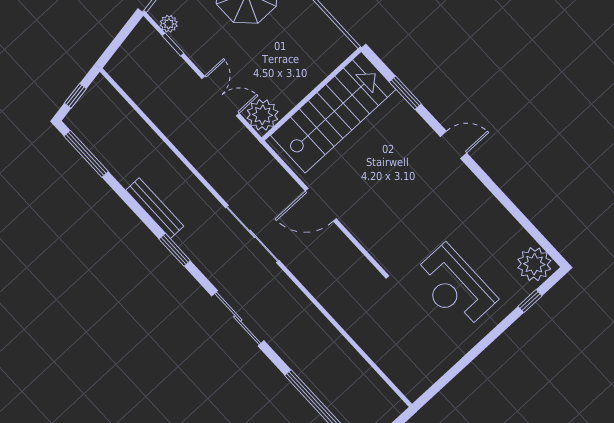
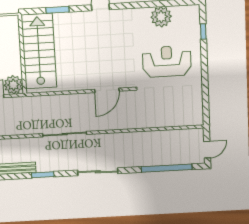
door: (321, 205) -> (107, 90), moved
plant: (534, 264) -> (161, 17), moved
reception desk: (454, 287) -> (167, 61), turned 180

